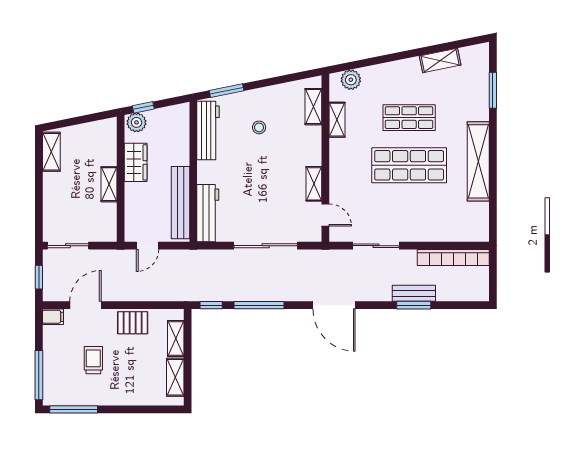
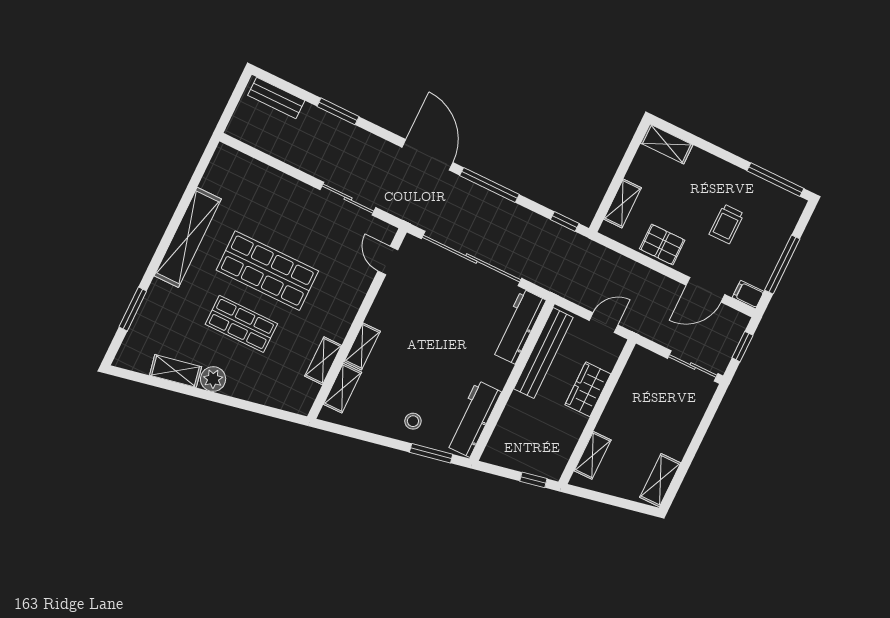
plant: (351, 80) -> (213, 379), moved
plant: (136, 122) -> (549, 467), removed
stool: (259, 127) -> (413, 421), moved
wardrobe: (136, 162) -> (588, 389), moved
shelving: (109, 184) -> (593, 455), moved
shelving: (314, 184) -> (362, 346), moved
sliding door: (266, 246) -> (471, 259), width x1.36
bookcase: (453, 258) -> (268, 143), removed
bench: (414, 293) -> (276, 98), moved
window: (259, 305) -> (489, 185), moved
window: (39, 375) -> (782, 264), moved
shelving: (175, 377) -> (667, 144), moved, turned 90

